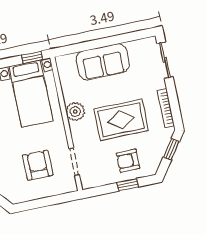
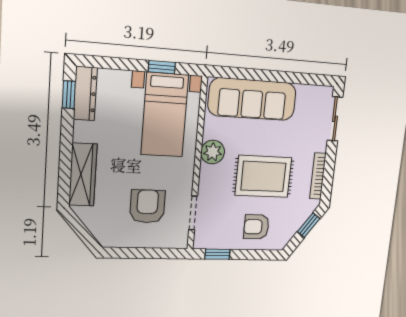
window: (32, 57) -> (162, 67), moved
sofa: (103, 62) -> (252, 99), width x1.36
window: (128, 185) -> (217, 254), moved

